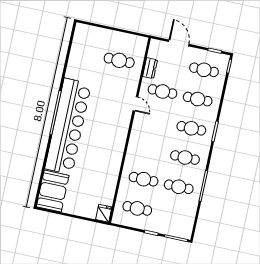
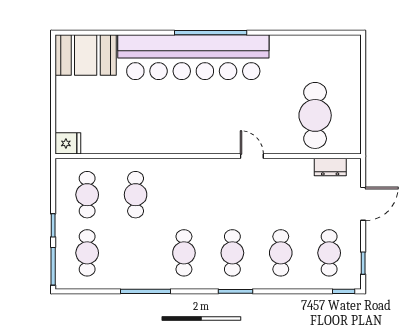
cafe table: (119, 60) -> (315, 115), width x1.37, depth x1.35
dresser: (150, 68) -> (330, 167), moved
cafe table: (163, 91) -> (281, 195), removed
door: (135, 104) -> (252, 156), swing flipped
cafe table: (179, 187) -> (87, 253), moved

